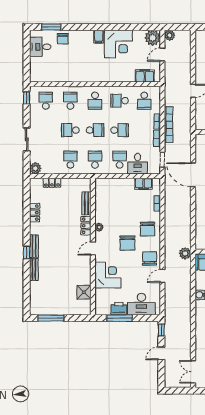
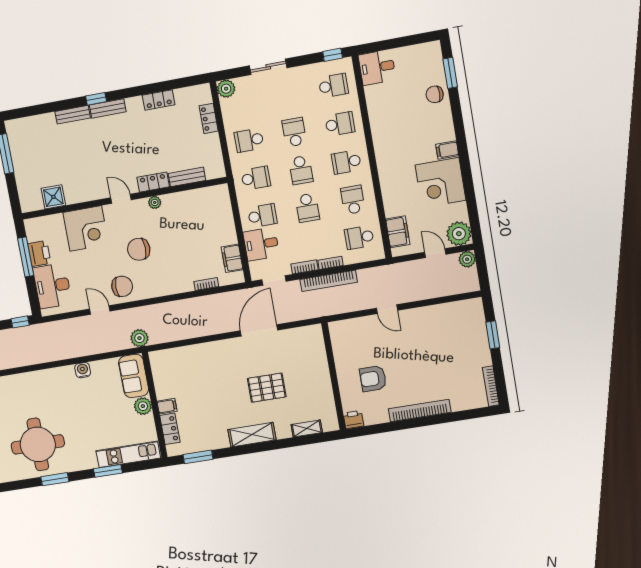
desk: (40, 47) -> (377, 67), moved, turned -90
school desk: (70, 160) -> (249, 140), turned 180
chair: (148, 229) -> (165, 276), removed

